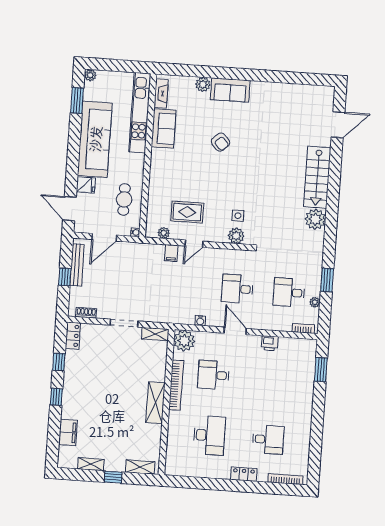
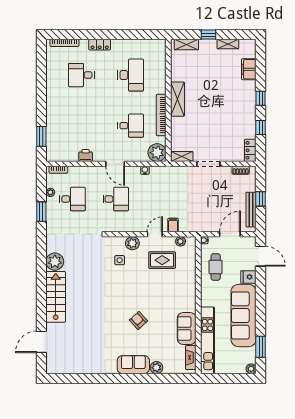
plant: (236, 236) -> (132, 243), moved
desk: (209, 435) -> (131, 75), turned 180

